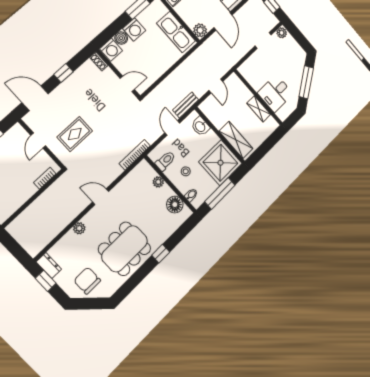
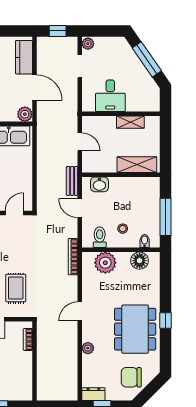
desk: (275, 93) -> (110, 96), moved
shower: (220, 163) -> (142, 194), removed
plant: (158, 182) -> (105, 263), width x1.87, depth x1.87
window: (161, 254) -> (165, 321), moved

